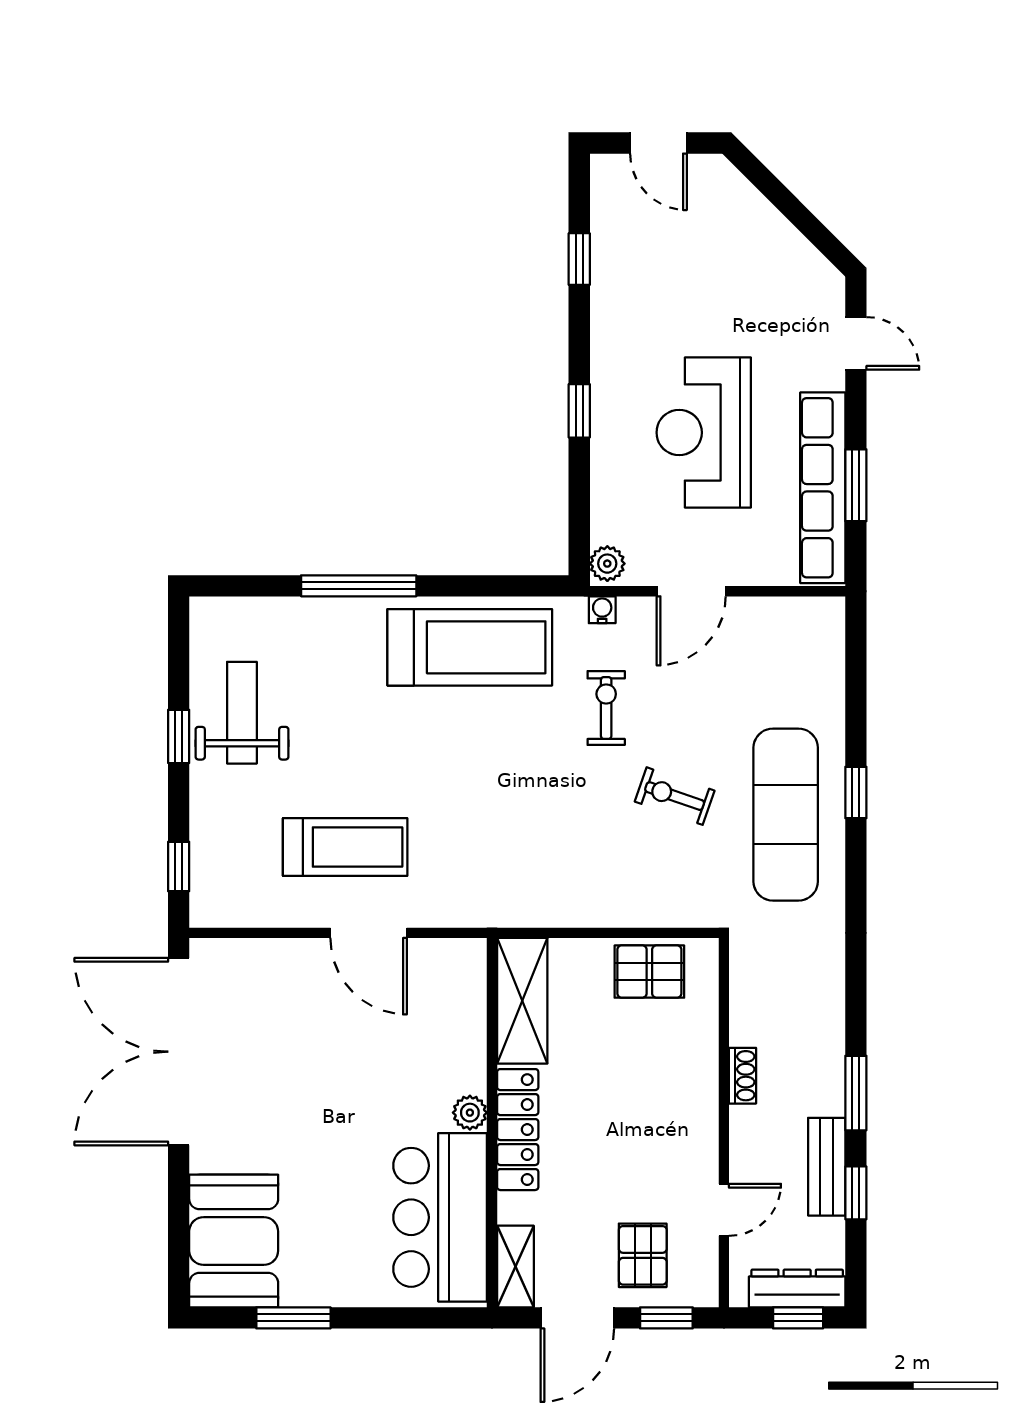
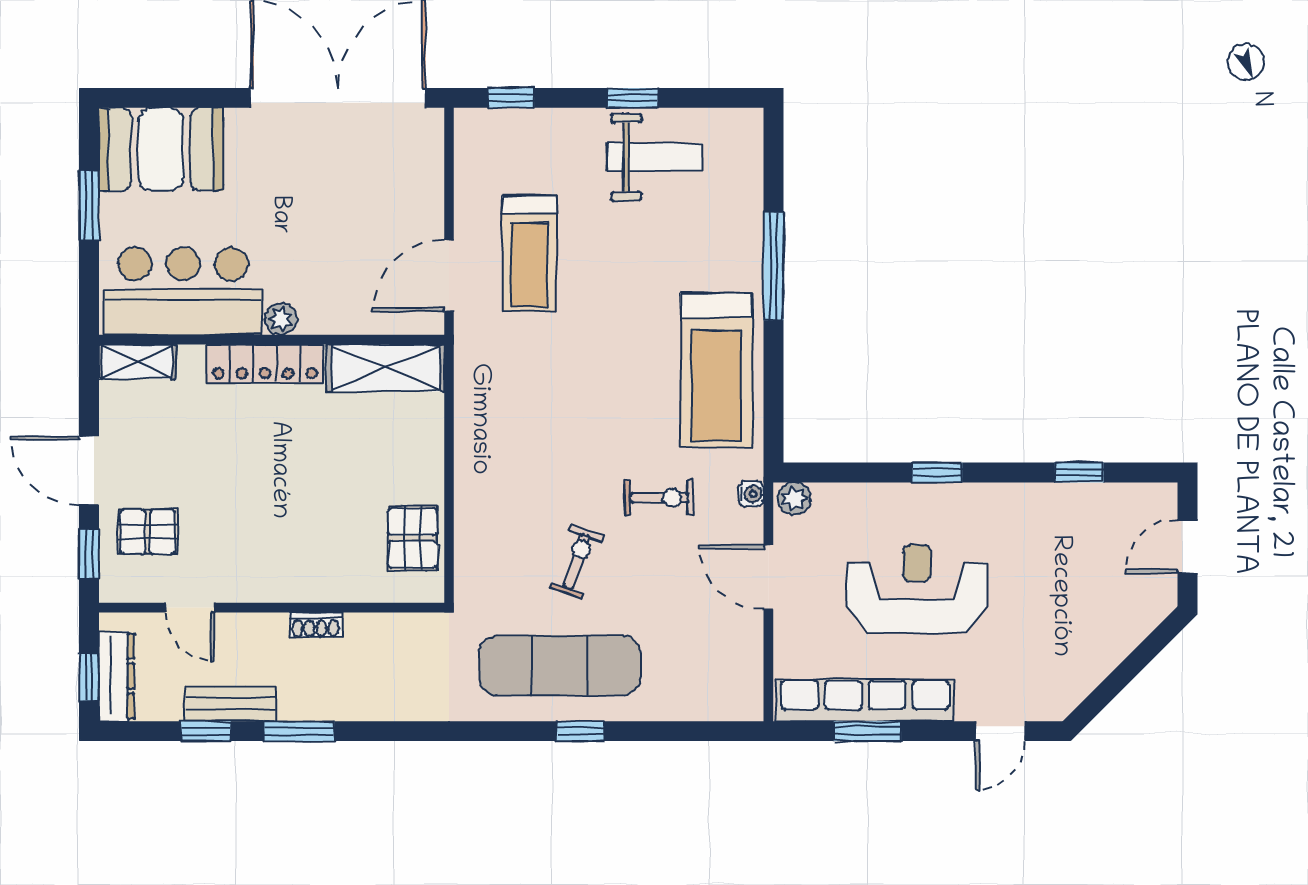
shelving: (522, 1001) -> (385, 368), moved
plant: (470, 1113) -> (281, 319), moved
wall: (492, 1123) -> (272, 340), moved
locker: (518, 1130) -> (265, 364), moved
bar counter: (440, 1217) -> (183, 291), moved
shelving: (515, 1267) -> (137, 361), moved

